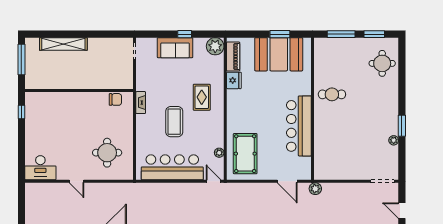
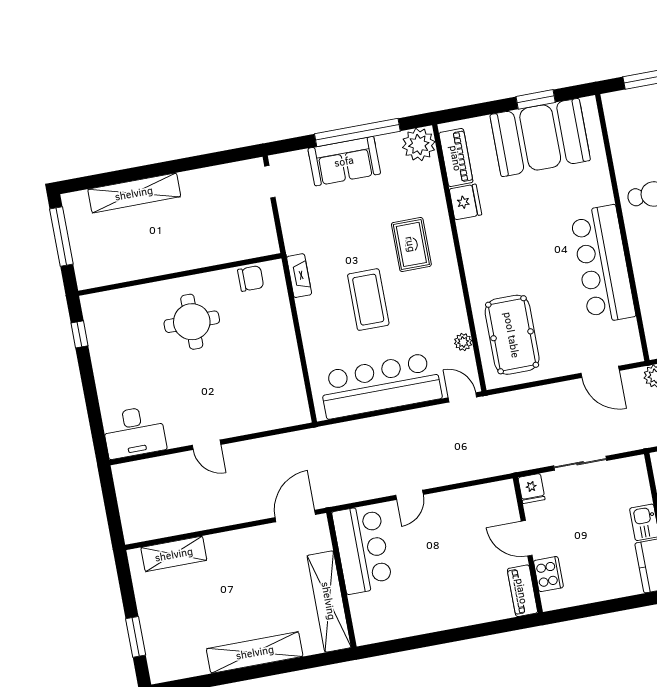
window: (185, 34) -> (357, 132), width x3.17
round table: (107, 153) -> (192, 322), moved

